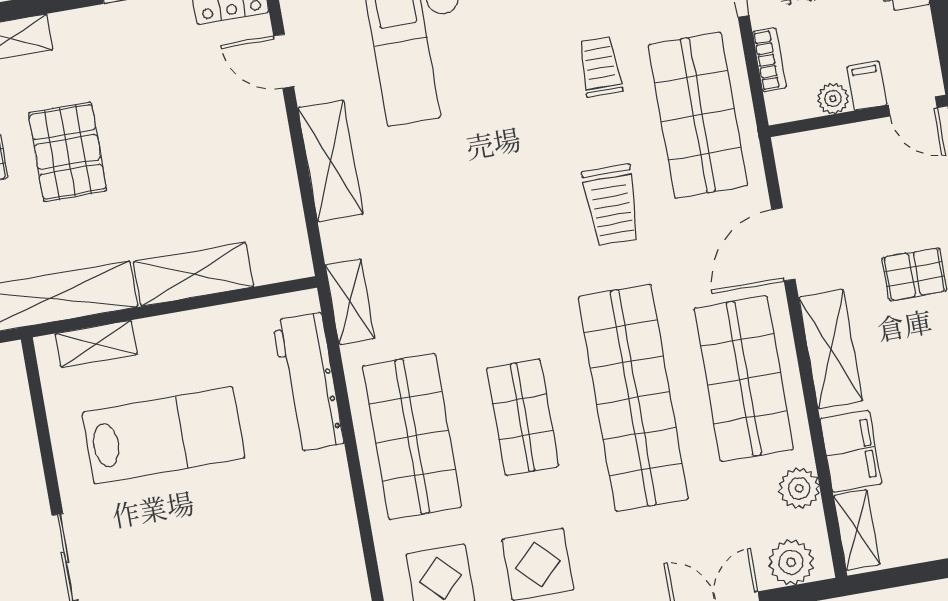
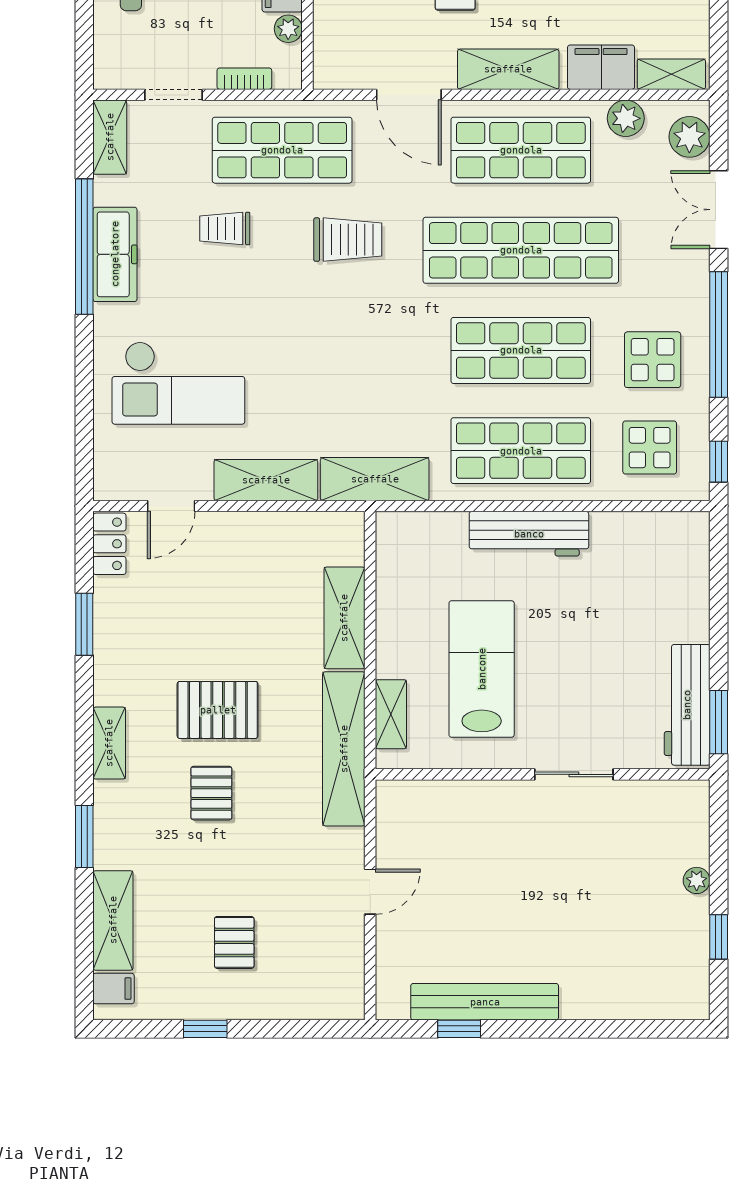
shelving: (350, 302) -> (375, 479), width x1.50, depth x1.33
workbench: (308, 382) -> (529, 534), moved
shop shelf: (523, 417) -> (521, 350), width x1.43, depth x1.36

